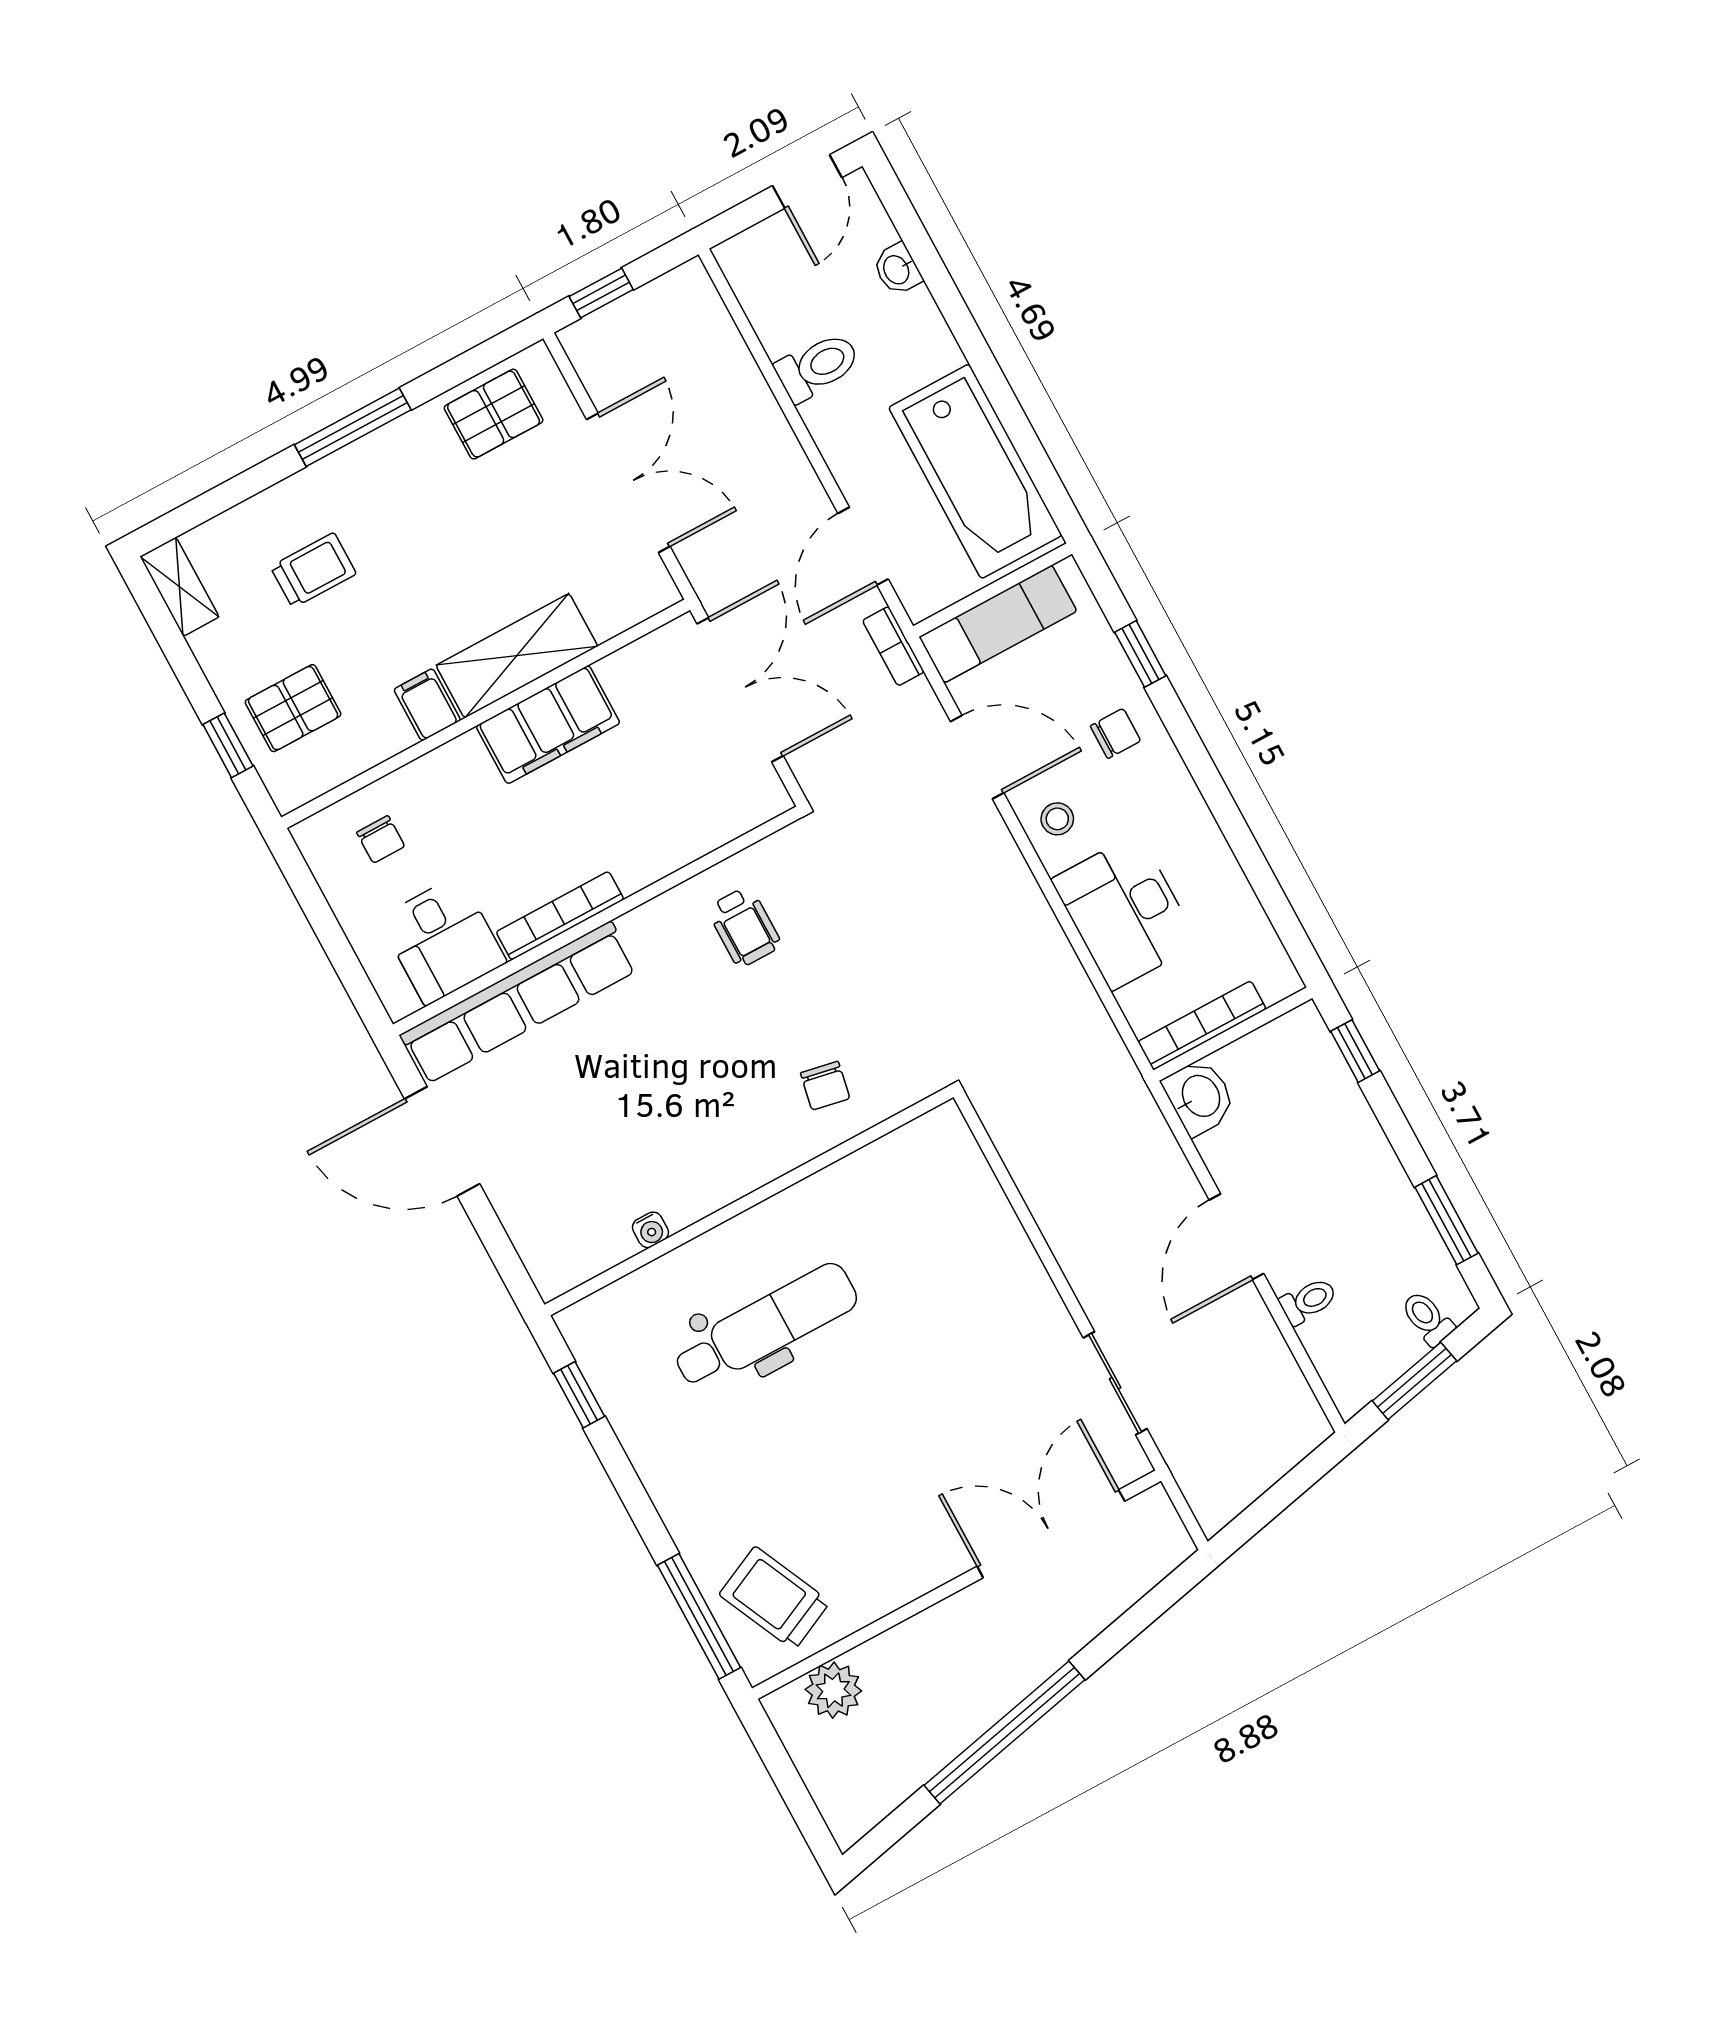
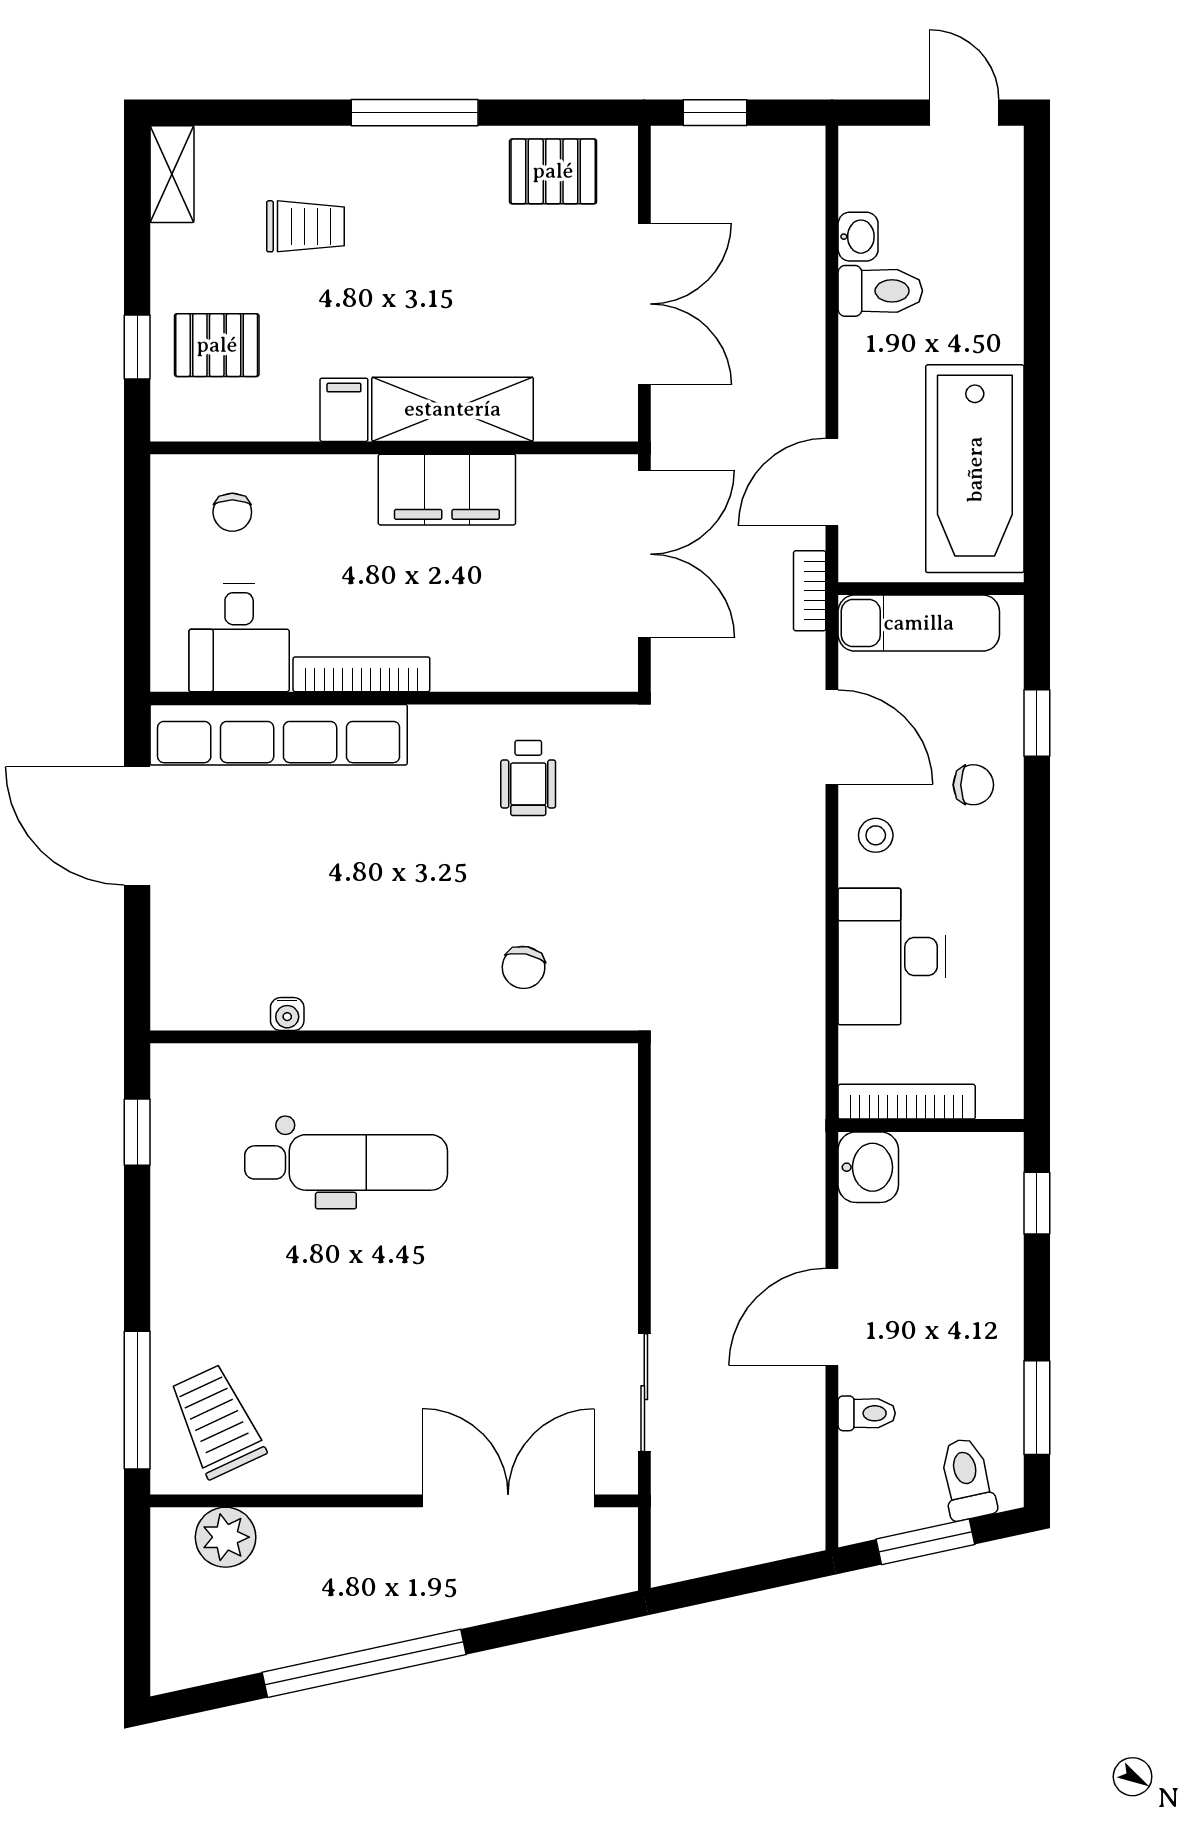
door: (807, 182) -> (964, 113), swing flipped
washbasin: (897, 269) -> (858, 237), moved, turned 180
toilet: (1427, 1318) -> (967, 1479), width x1.37, depth x1.39

